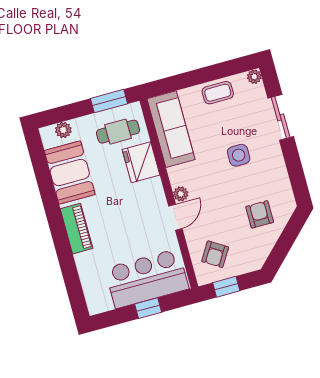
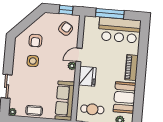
side table: (239, 155) -> (33, 61), moved
fridge: (141, 162) -> (87, 76), moved
bar counter: (147, 279) -> (120, 30), moved
window: (148, 308) -> (110, 14), width x2.17

